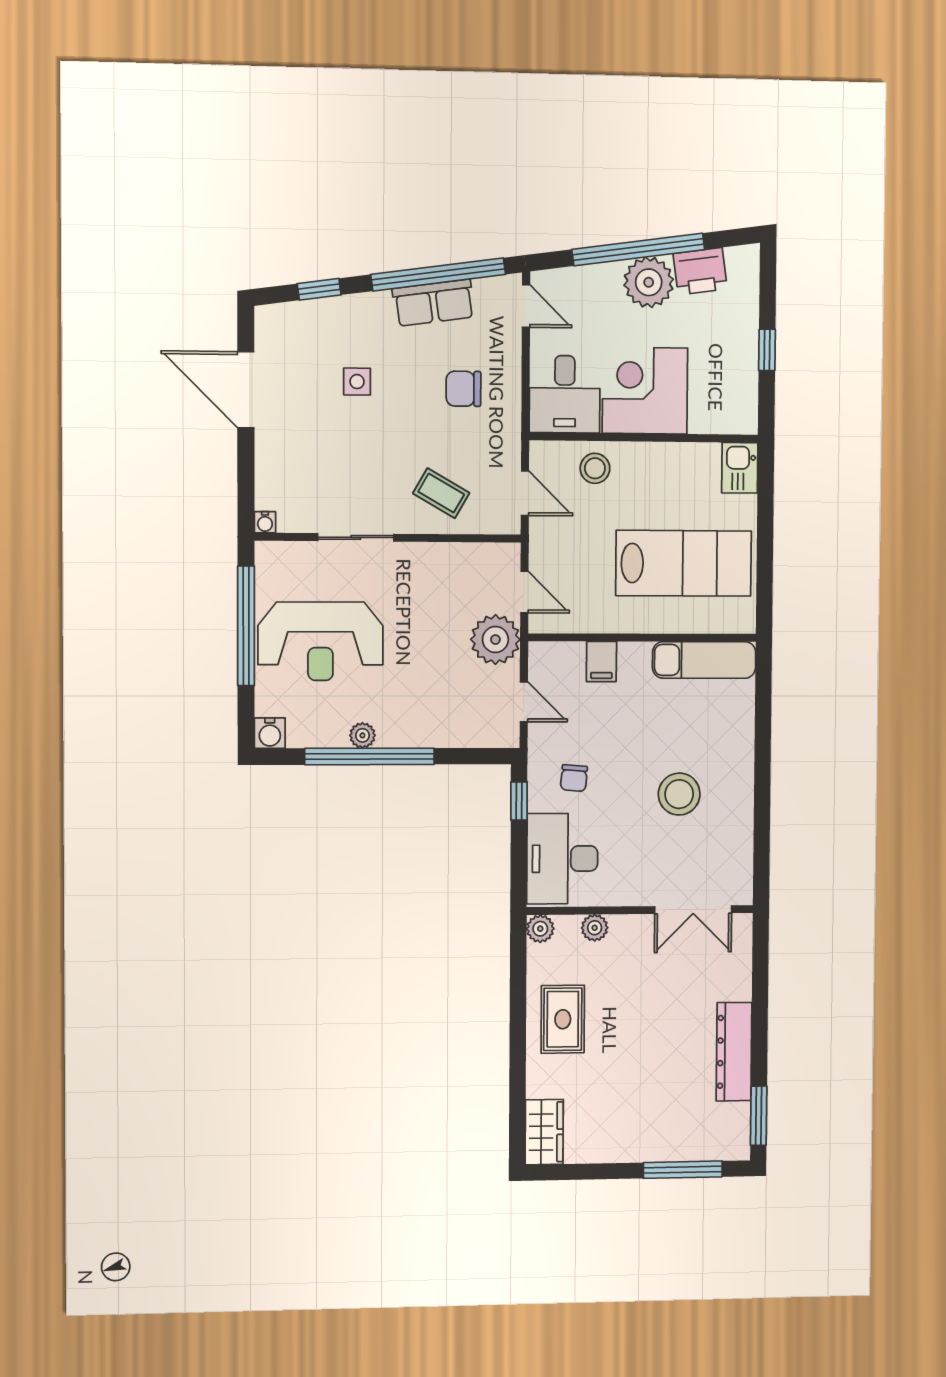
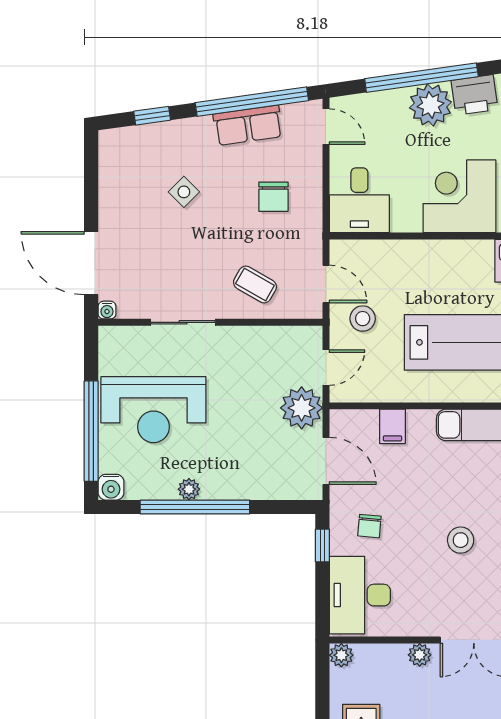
side table: (357, 382) -> (184, 192), turned 45
chair: (464, 389) -> (273, 197), turned -90
door: (246, 390) -> (91, 263), moved
corner desk: (645, 391) -> (459, 196), moved
stool: (595, 468) -> (363, 319), moved
door: (524, 592) -> (326, 368), hinge flipped
window: (246, 626) -> (91, 431), moved
door: (524, 702) -> (326, 461), width x1.37
stool: (679, 794) -> (461, 540), width x0.73, depth x0.73
plant: (595, 928) -> (420, 655), moved

